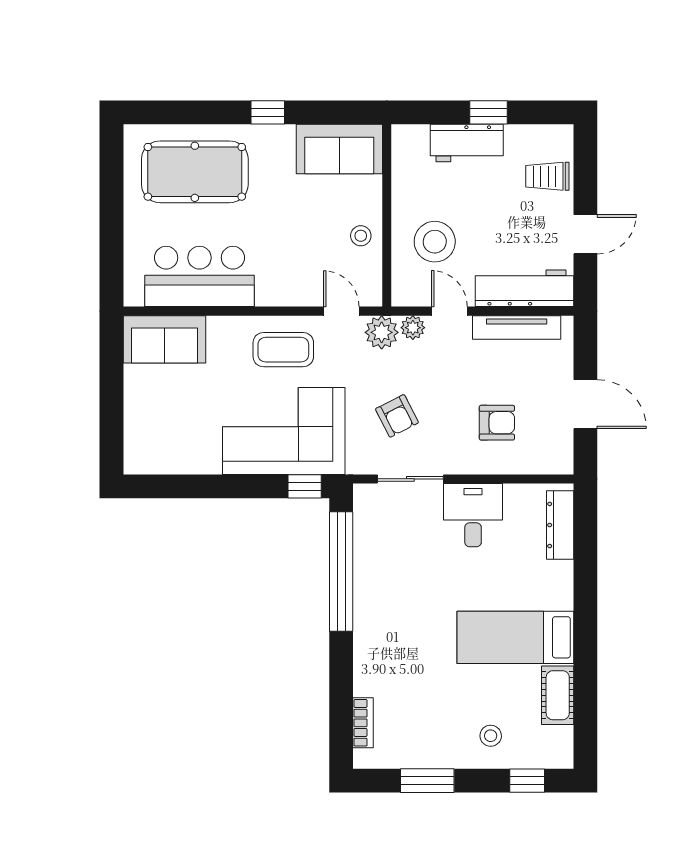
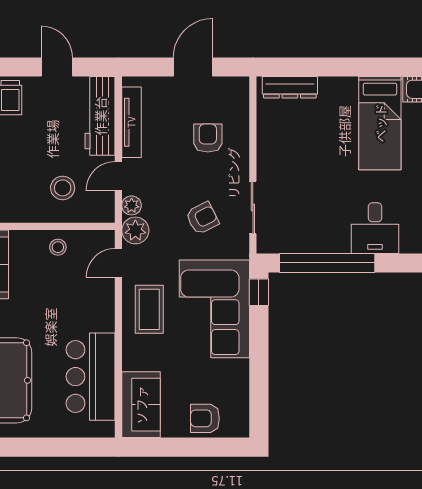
stool: (435, 242) -> (63, 188), width x0.73, depth x0.73
armchair: (147, 419) -> (205, 418), added
desk: (473, 515) -> (375, 228), moved, turned -90

